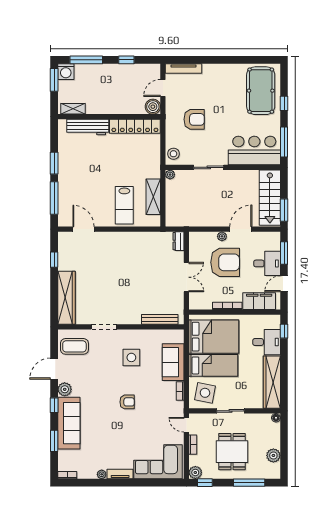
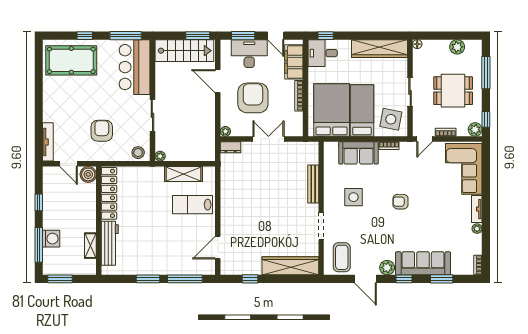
washing machine: (66, 72) -> (51, 239), moved
shelving: (73, 109) -> (90, 246), moved
lab bench: (124, 205) -> (192, 205), turned 180
plant: (222, 236) -> (225, 131), moved
desk: (267, 263) -> (249, 54), width x1.37
bench: (160, 319) -> (313, 184), moved
desk: (267, 342) -> (323, 53), moved, turned -90
armchair: (127, 402) -> (400, 202), turned -89

